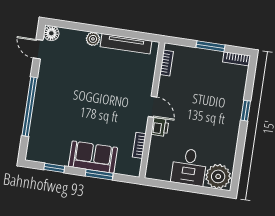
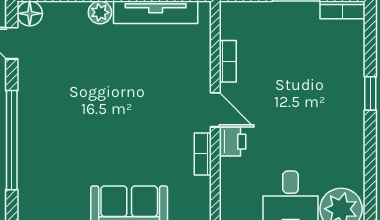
bookcase: (167, 63) -> (228, 61), moved
bookcase: (139, 145) -> (203, 154), moved

